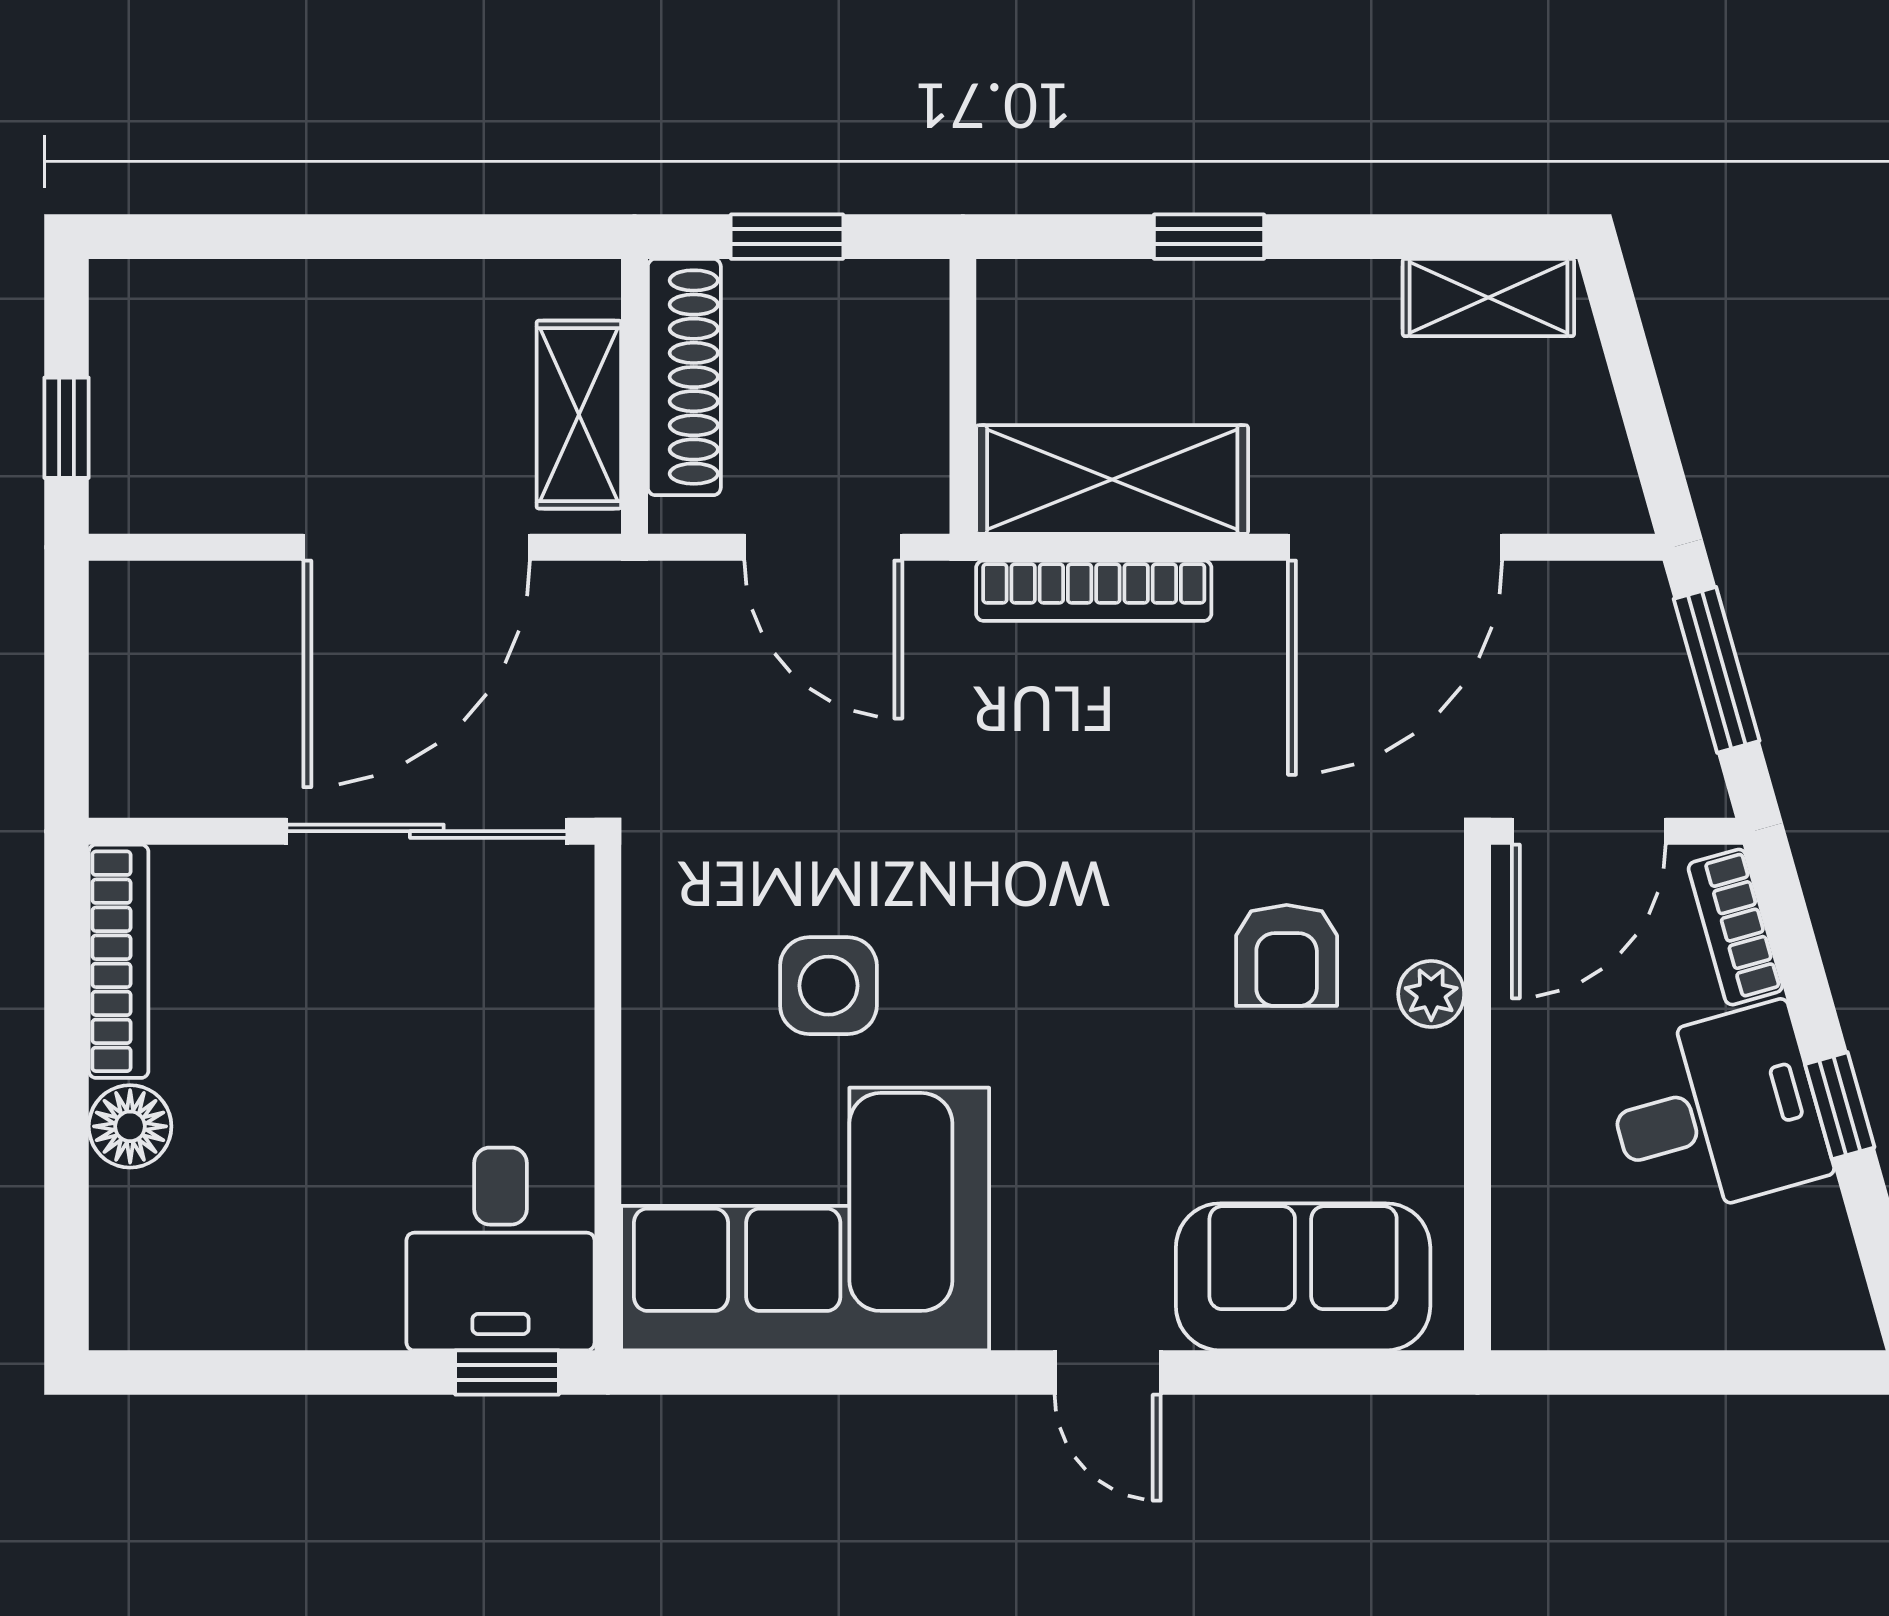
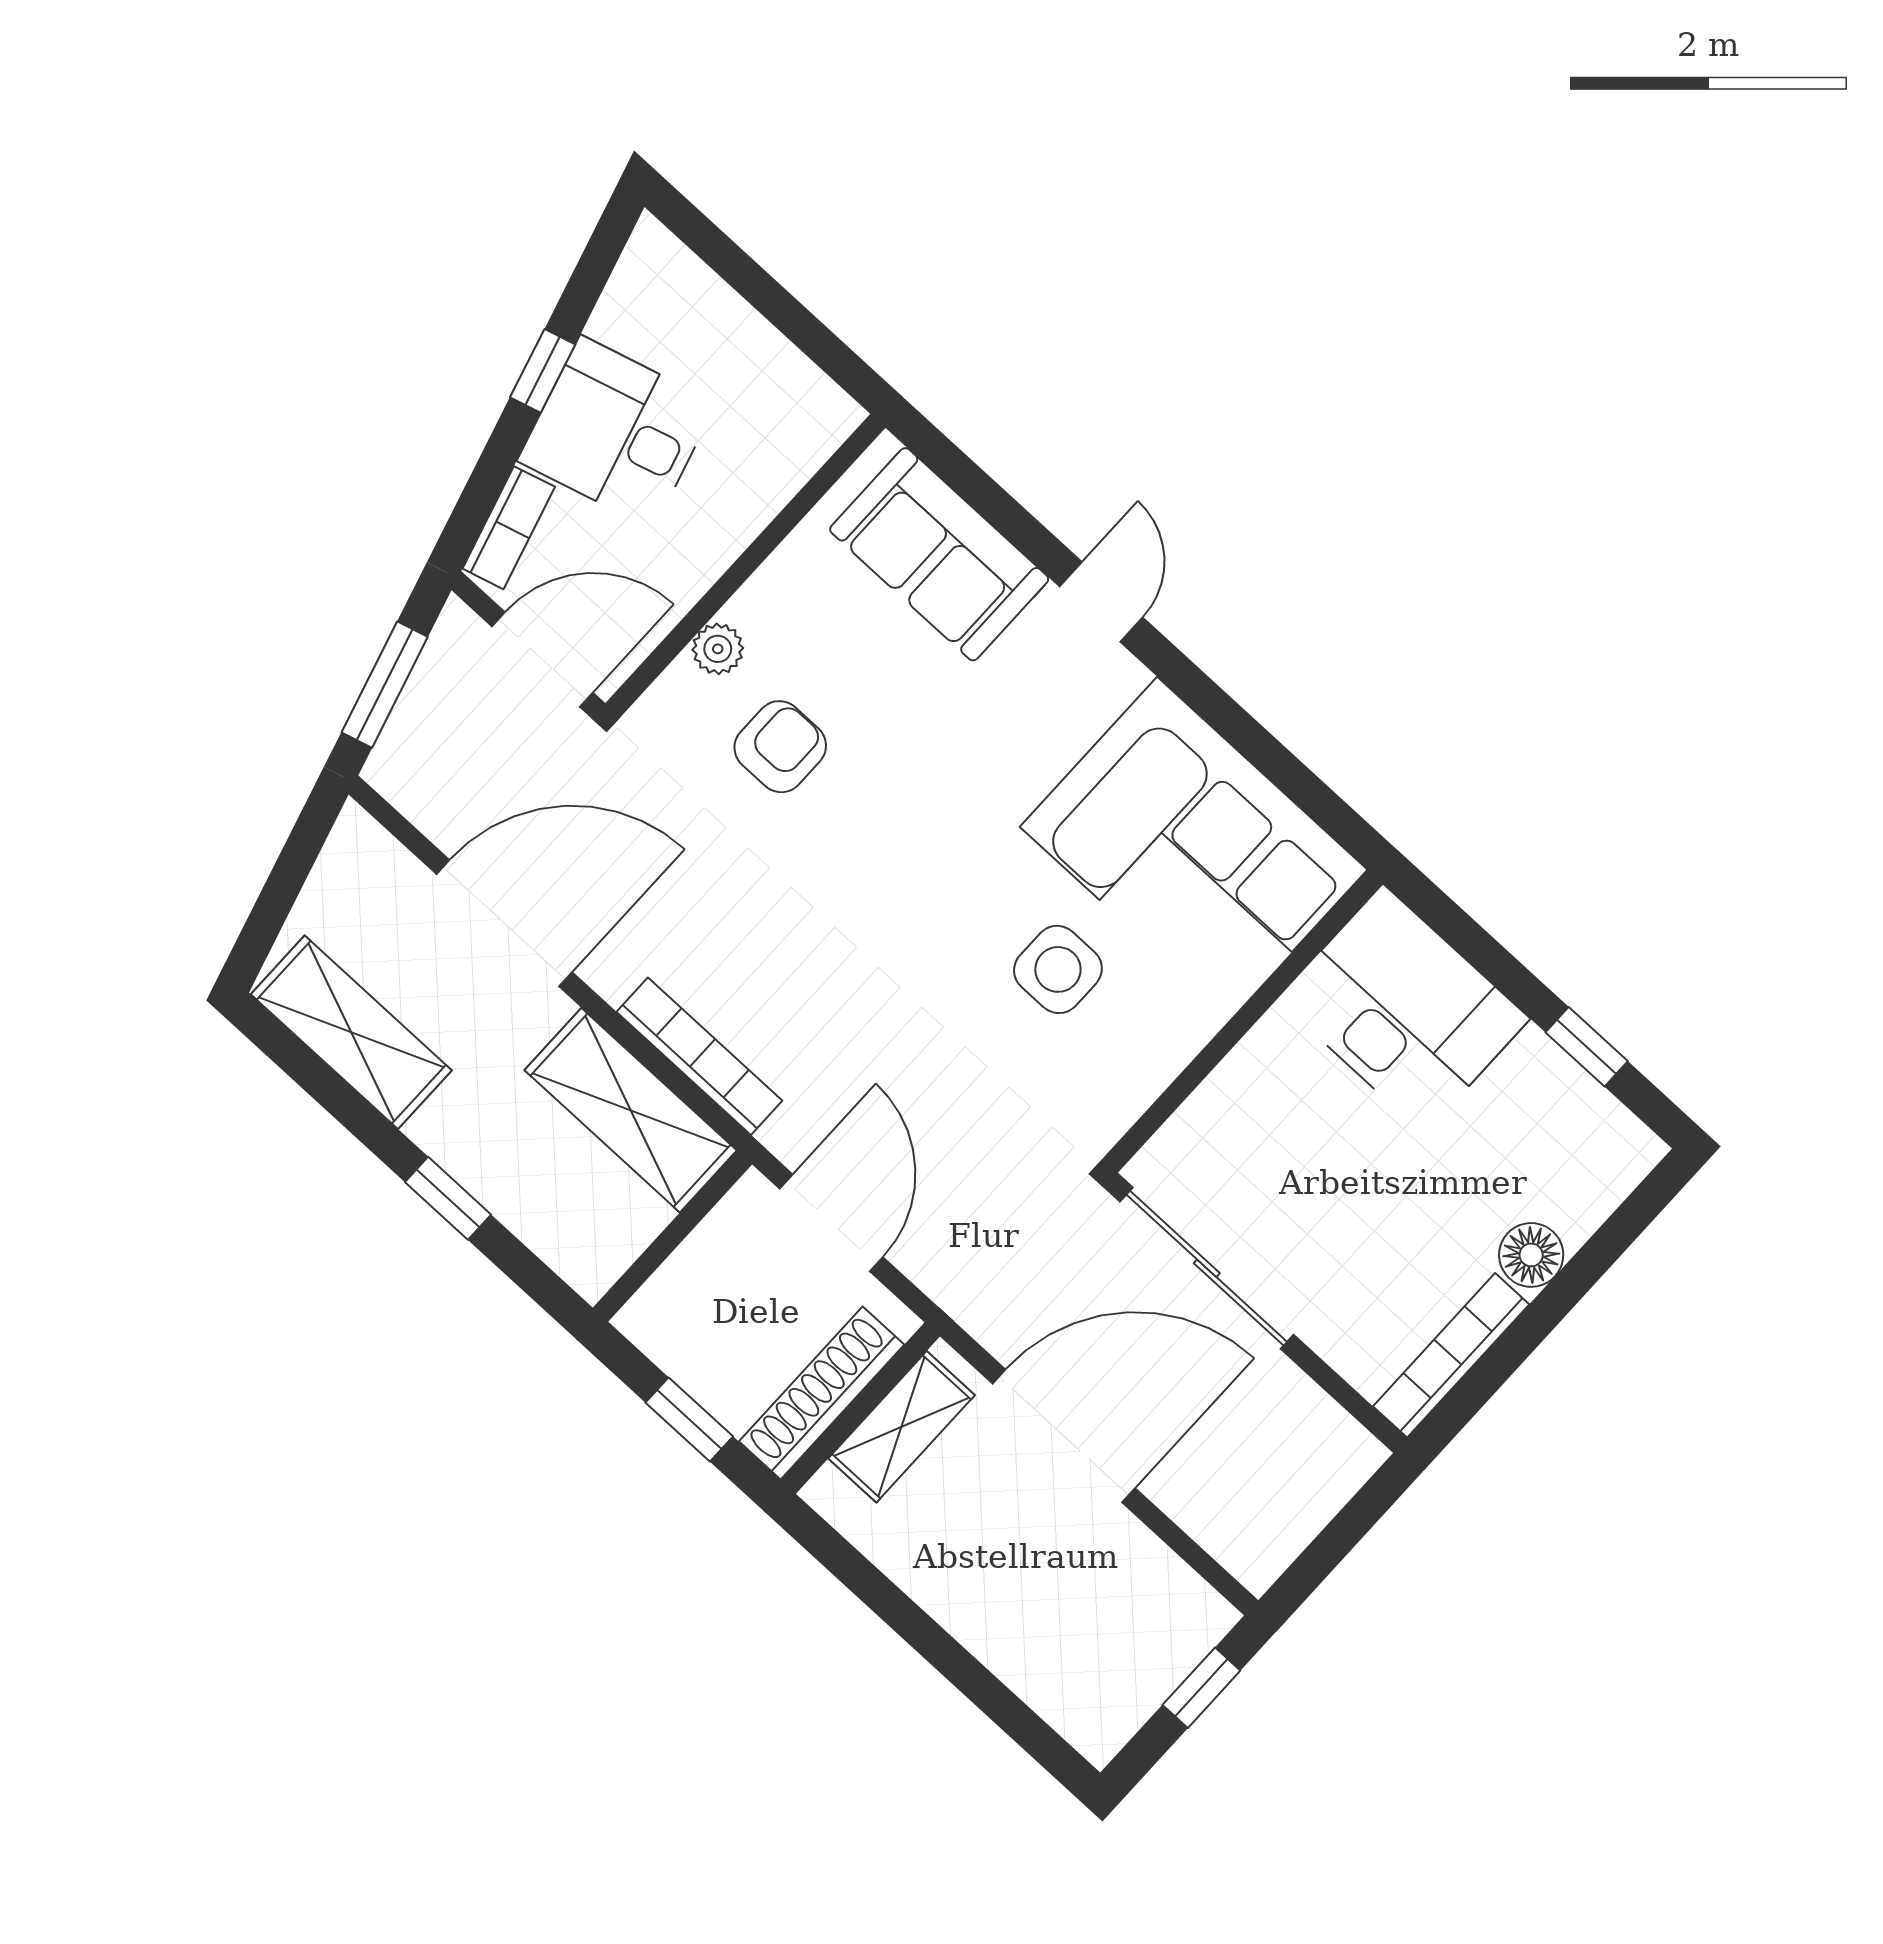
shelving: (1488, 297) -> (351, 1032), width x1.50, depth x1.33
desk: (500, 1249) -> (1404, 1009), width x1.37
window: (507, 1373) -> (1587, 1047), moved

